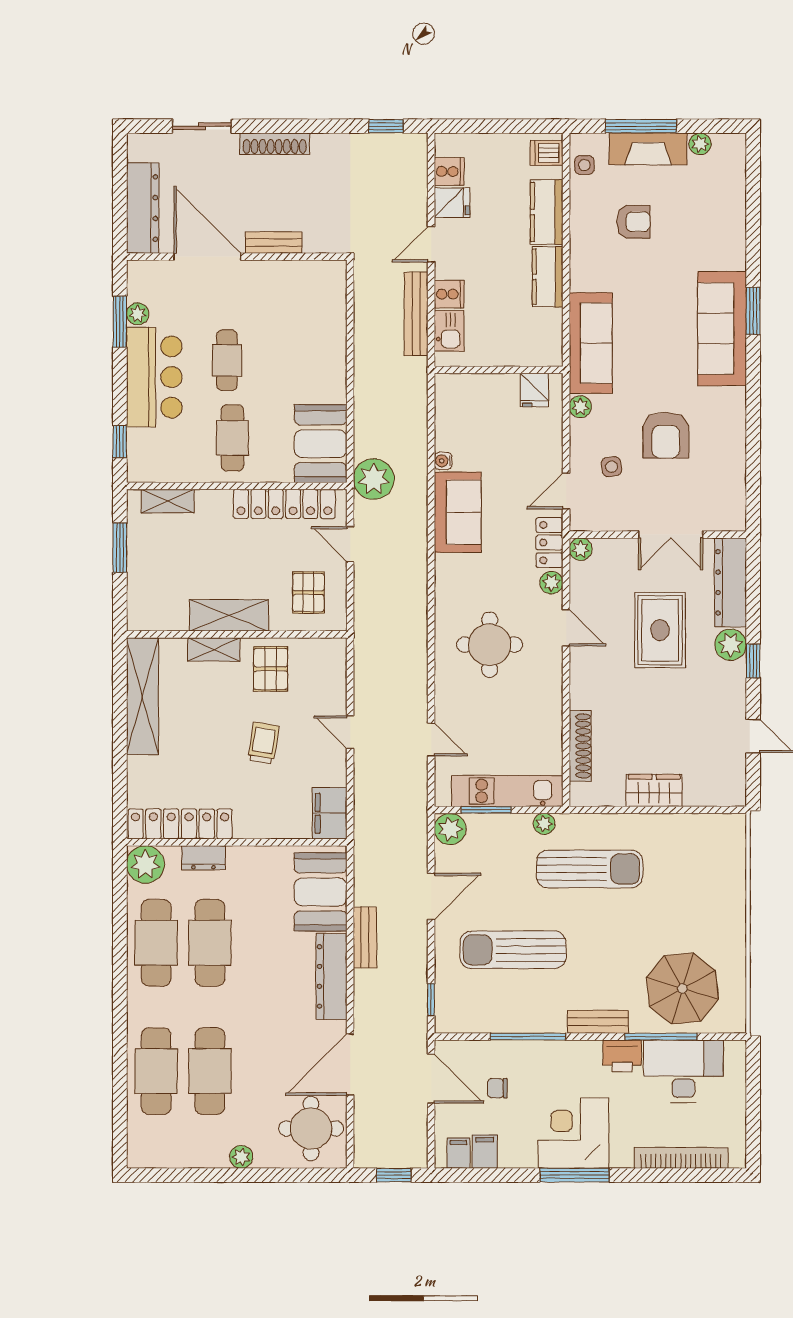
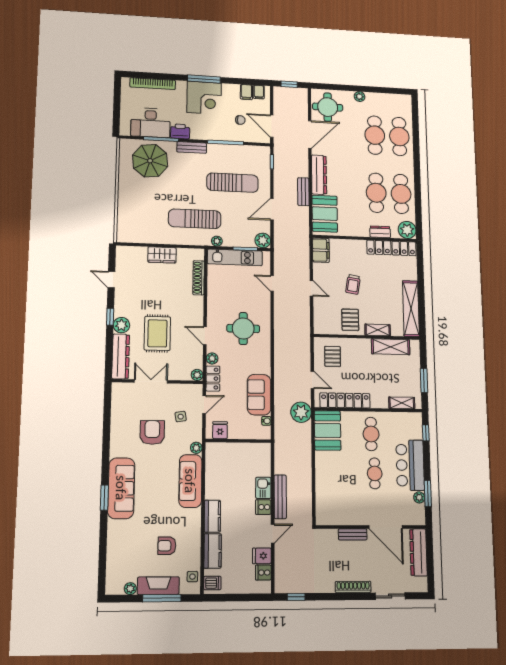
wall: (499, 370) -> (238, 441), moved
fridge: (534, 390) -> (220, 430), moved
shelving: (229, 615) -> (391, 347), moved

